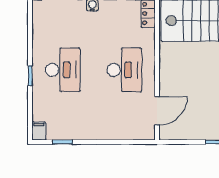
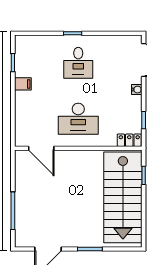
desk: (63, 70) -> (78, 63), width x0.73
filing cabinet: (39, 131) -> (23, 84), moved

